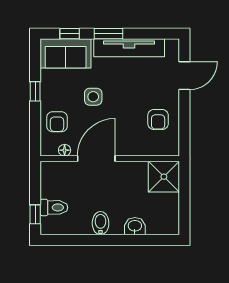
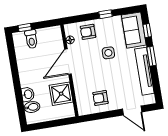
door: (96, 159) -> (68, 62), swing flipped
shower: (164, 177) -> (61, 94), moved
bidet: (101, 223) -> (32, 107), moved

